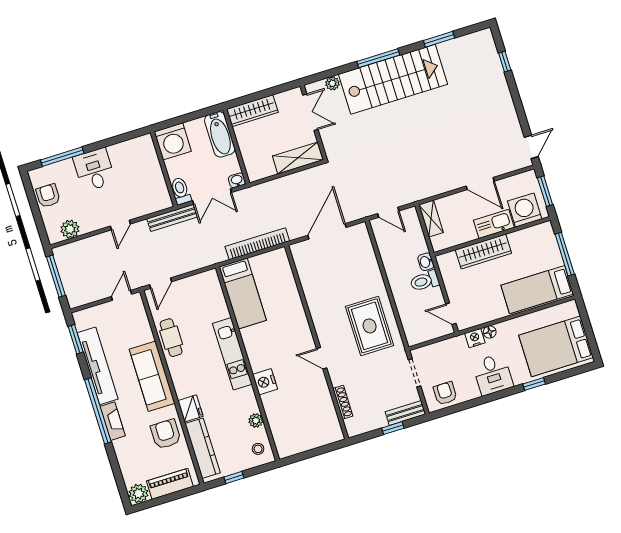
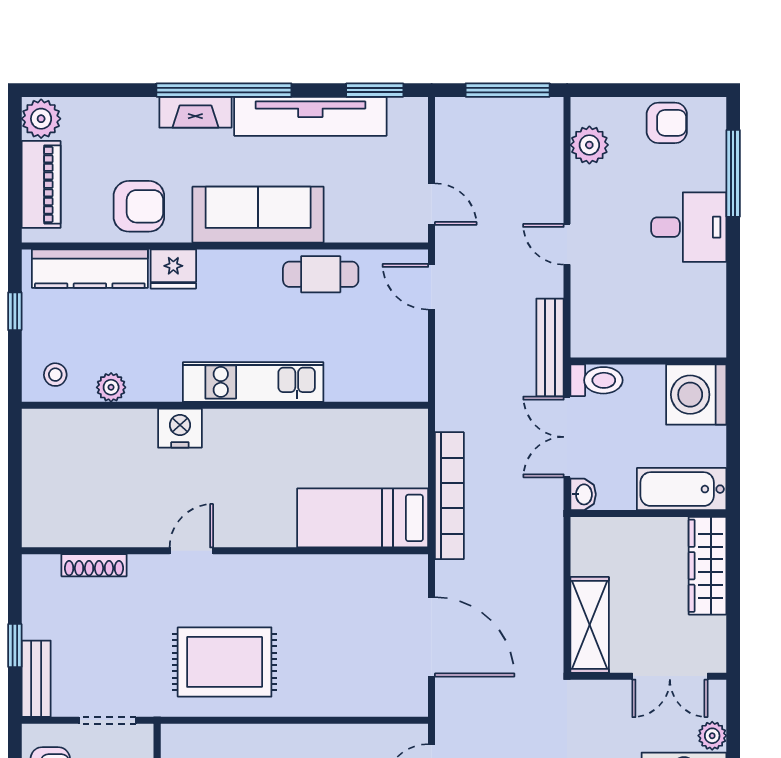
bed: (243, 293) -> (363, 518), moved

